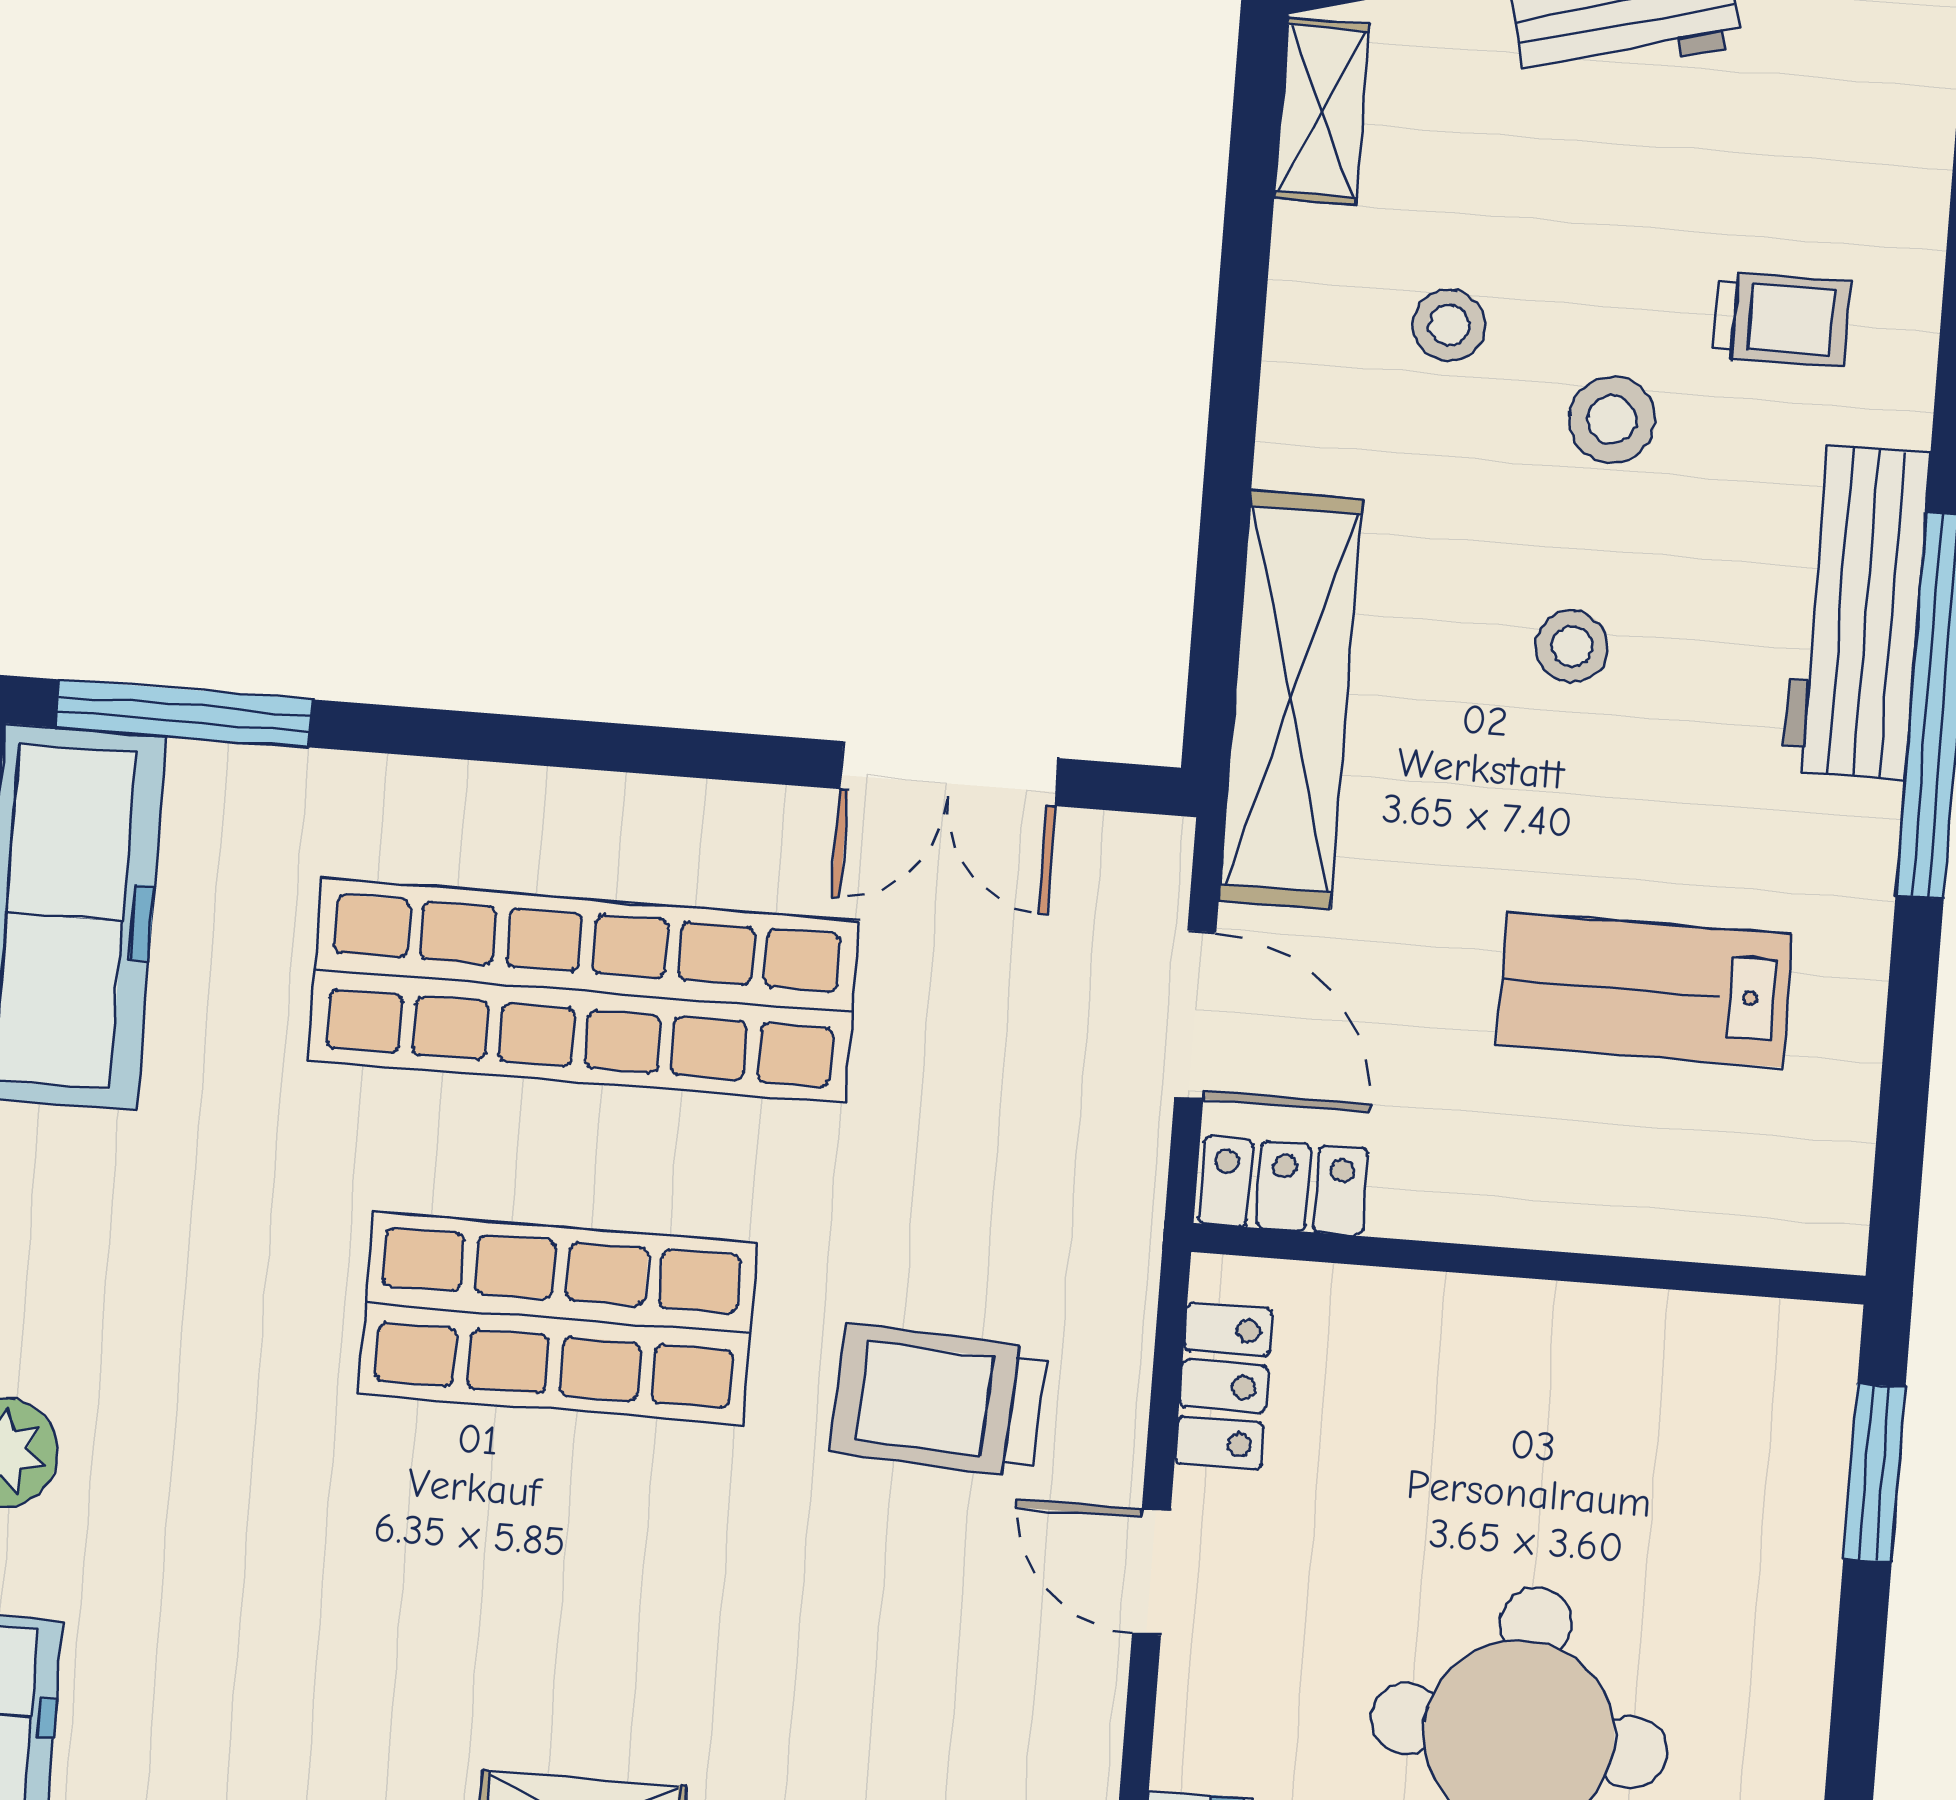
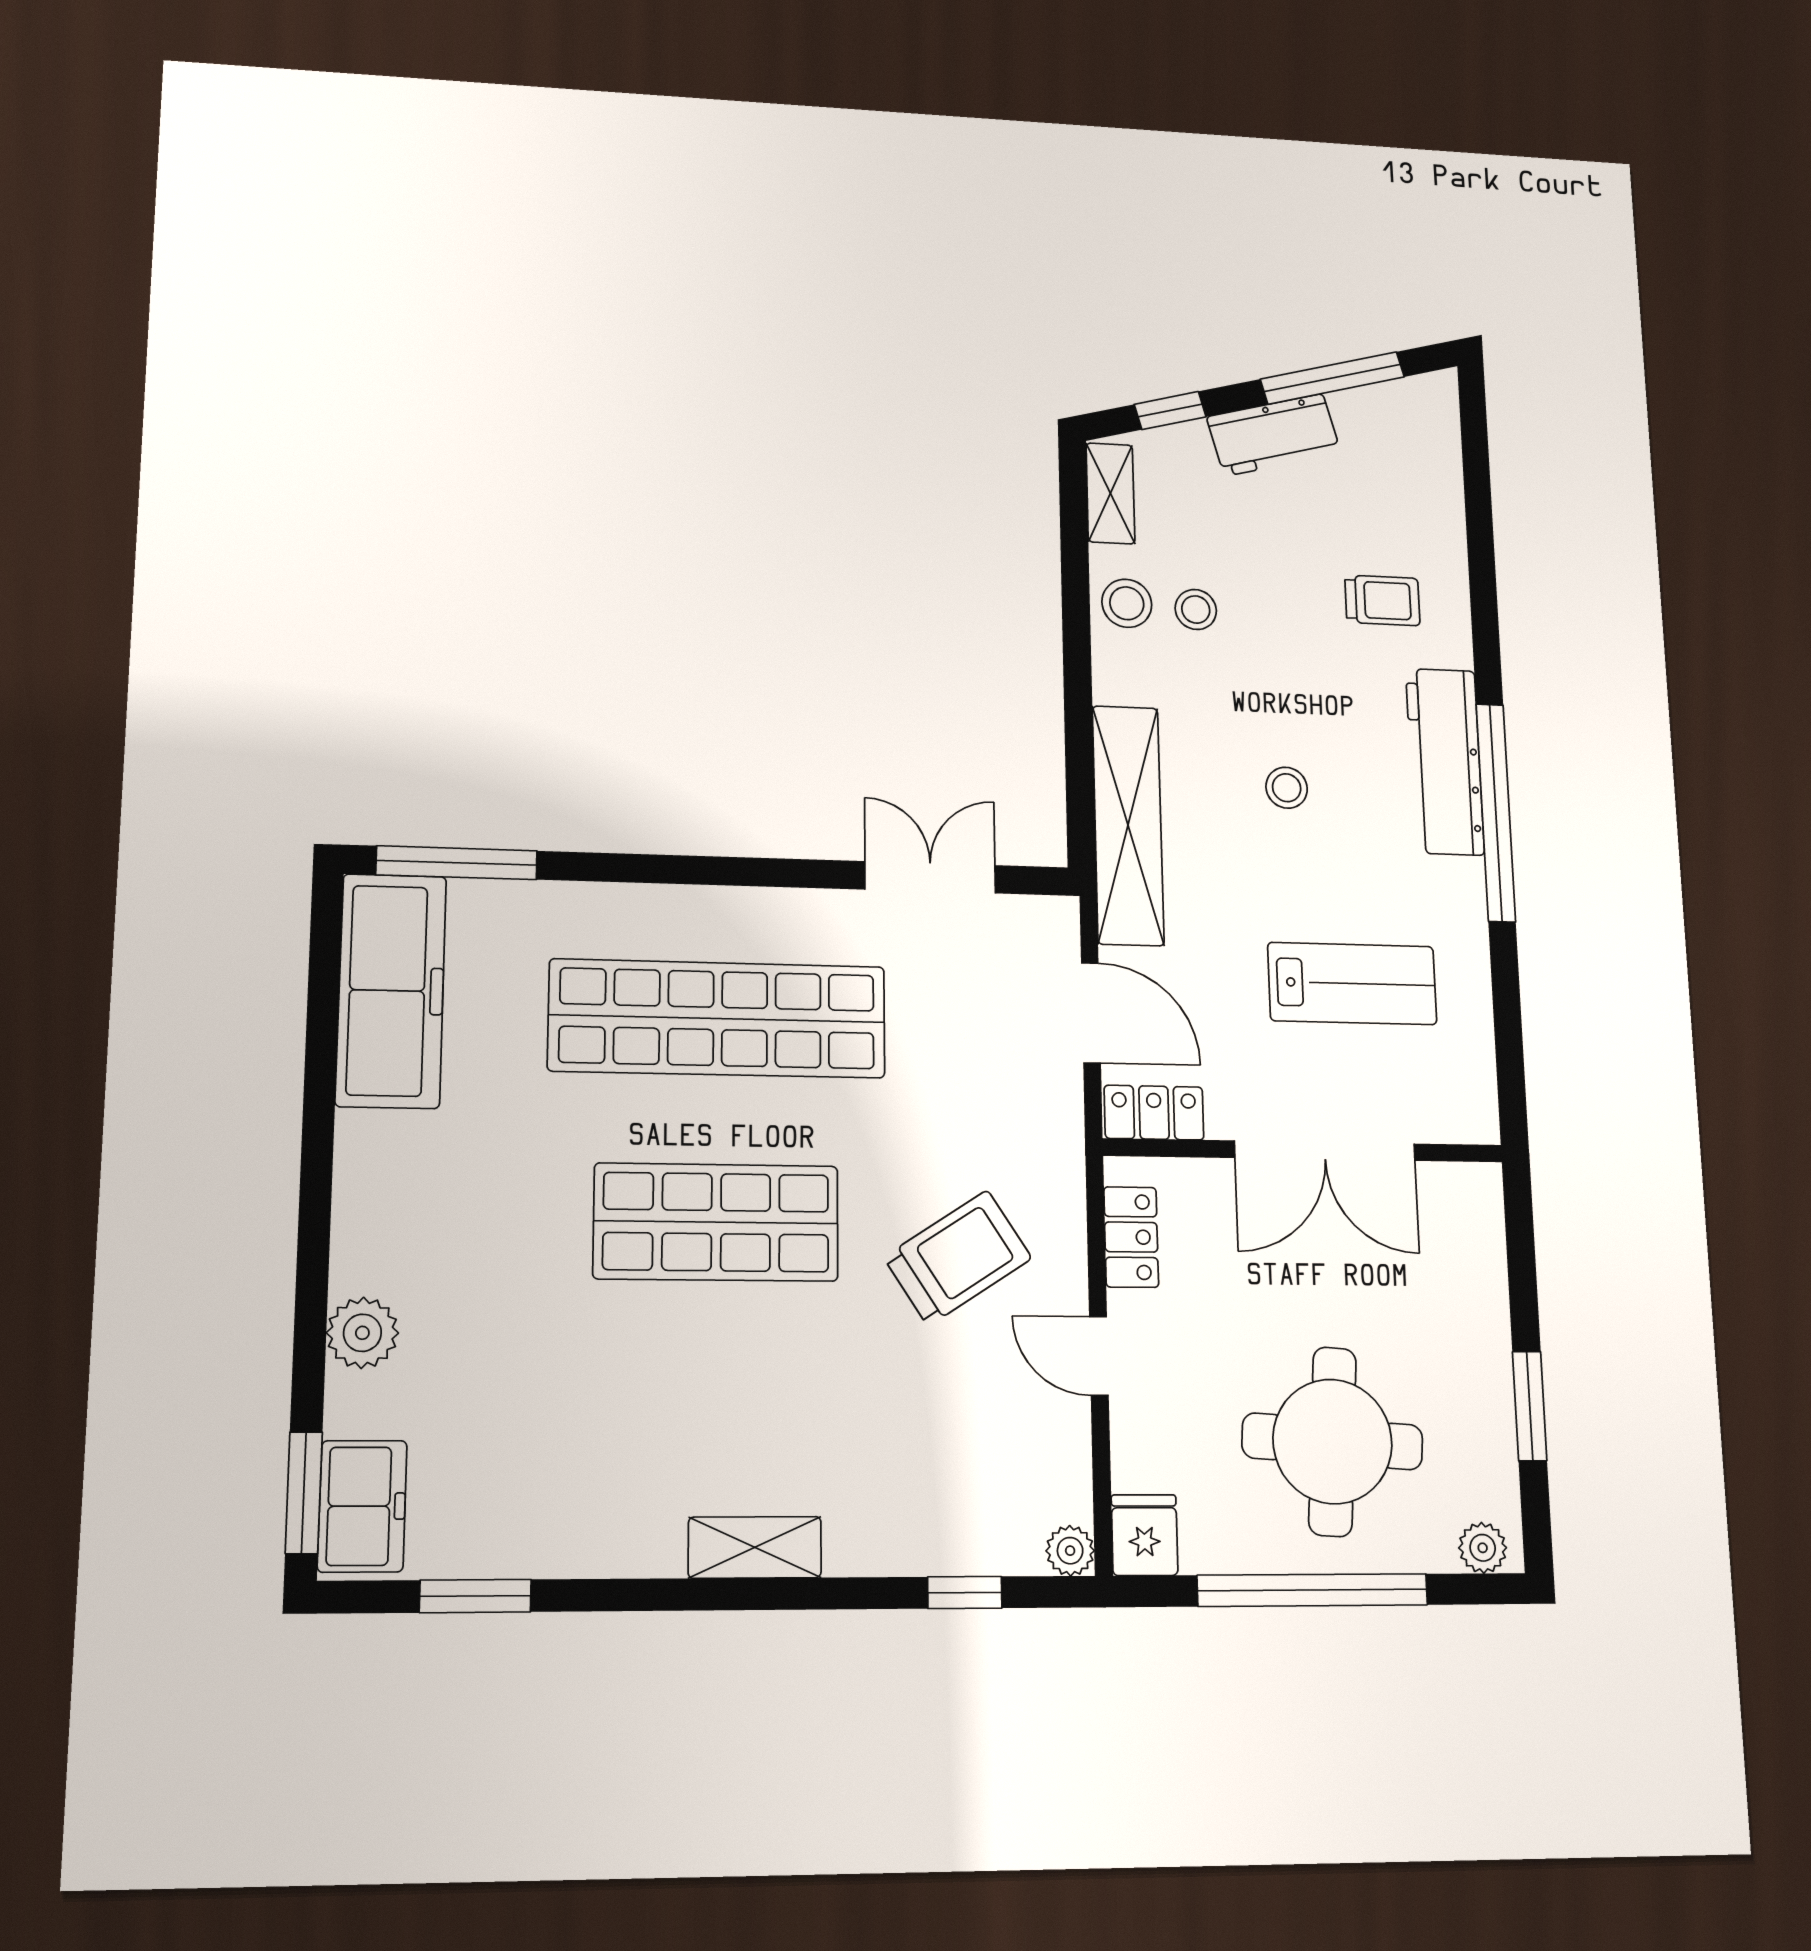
stool: (1612, 420) -> (1127, 603), moved
double door: (949, 774) -> (930, 877), swing flipped
lab bench: (1645, 989) -> (1352, 983), turned 180
double door: (1564, 1267) -> (1325, 1151), added
trolley: (938, 1400) -> (958, 1258), turned 144
window: (1874, 1473) -> (1530, 1406), moved

